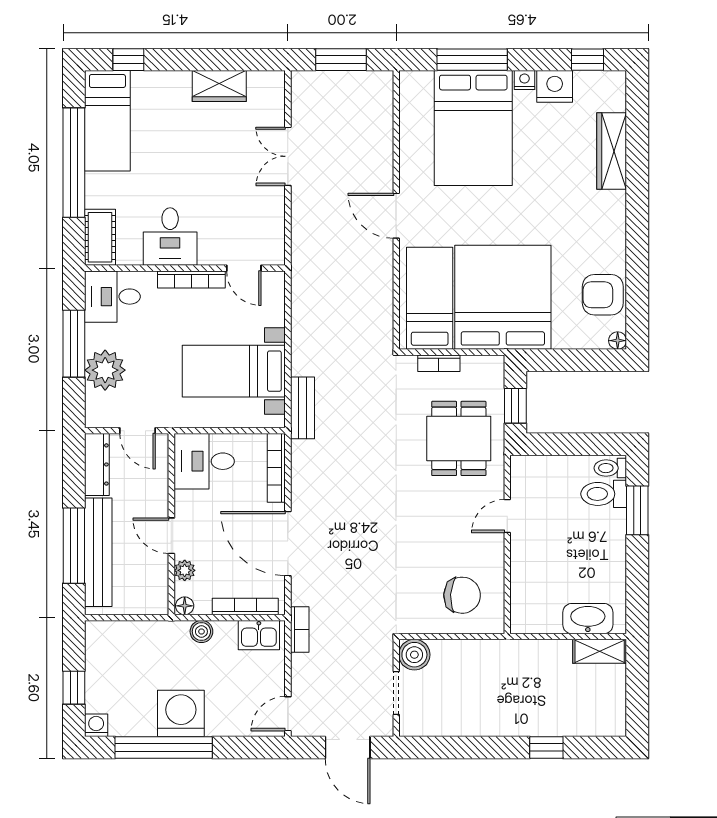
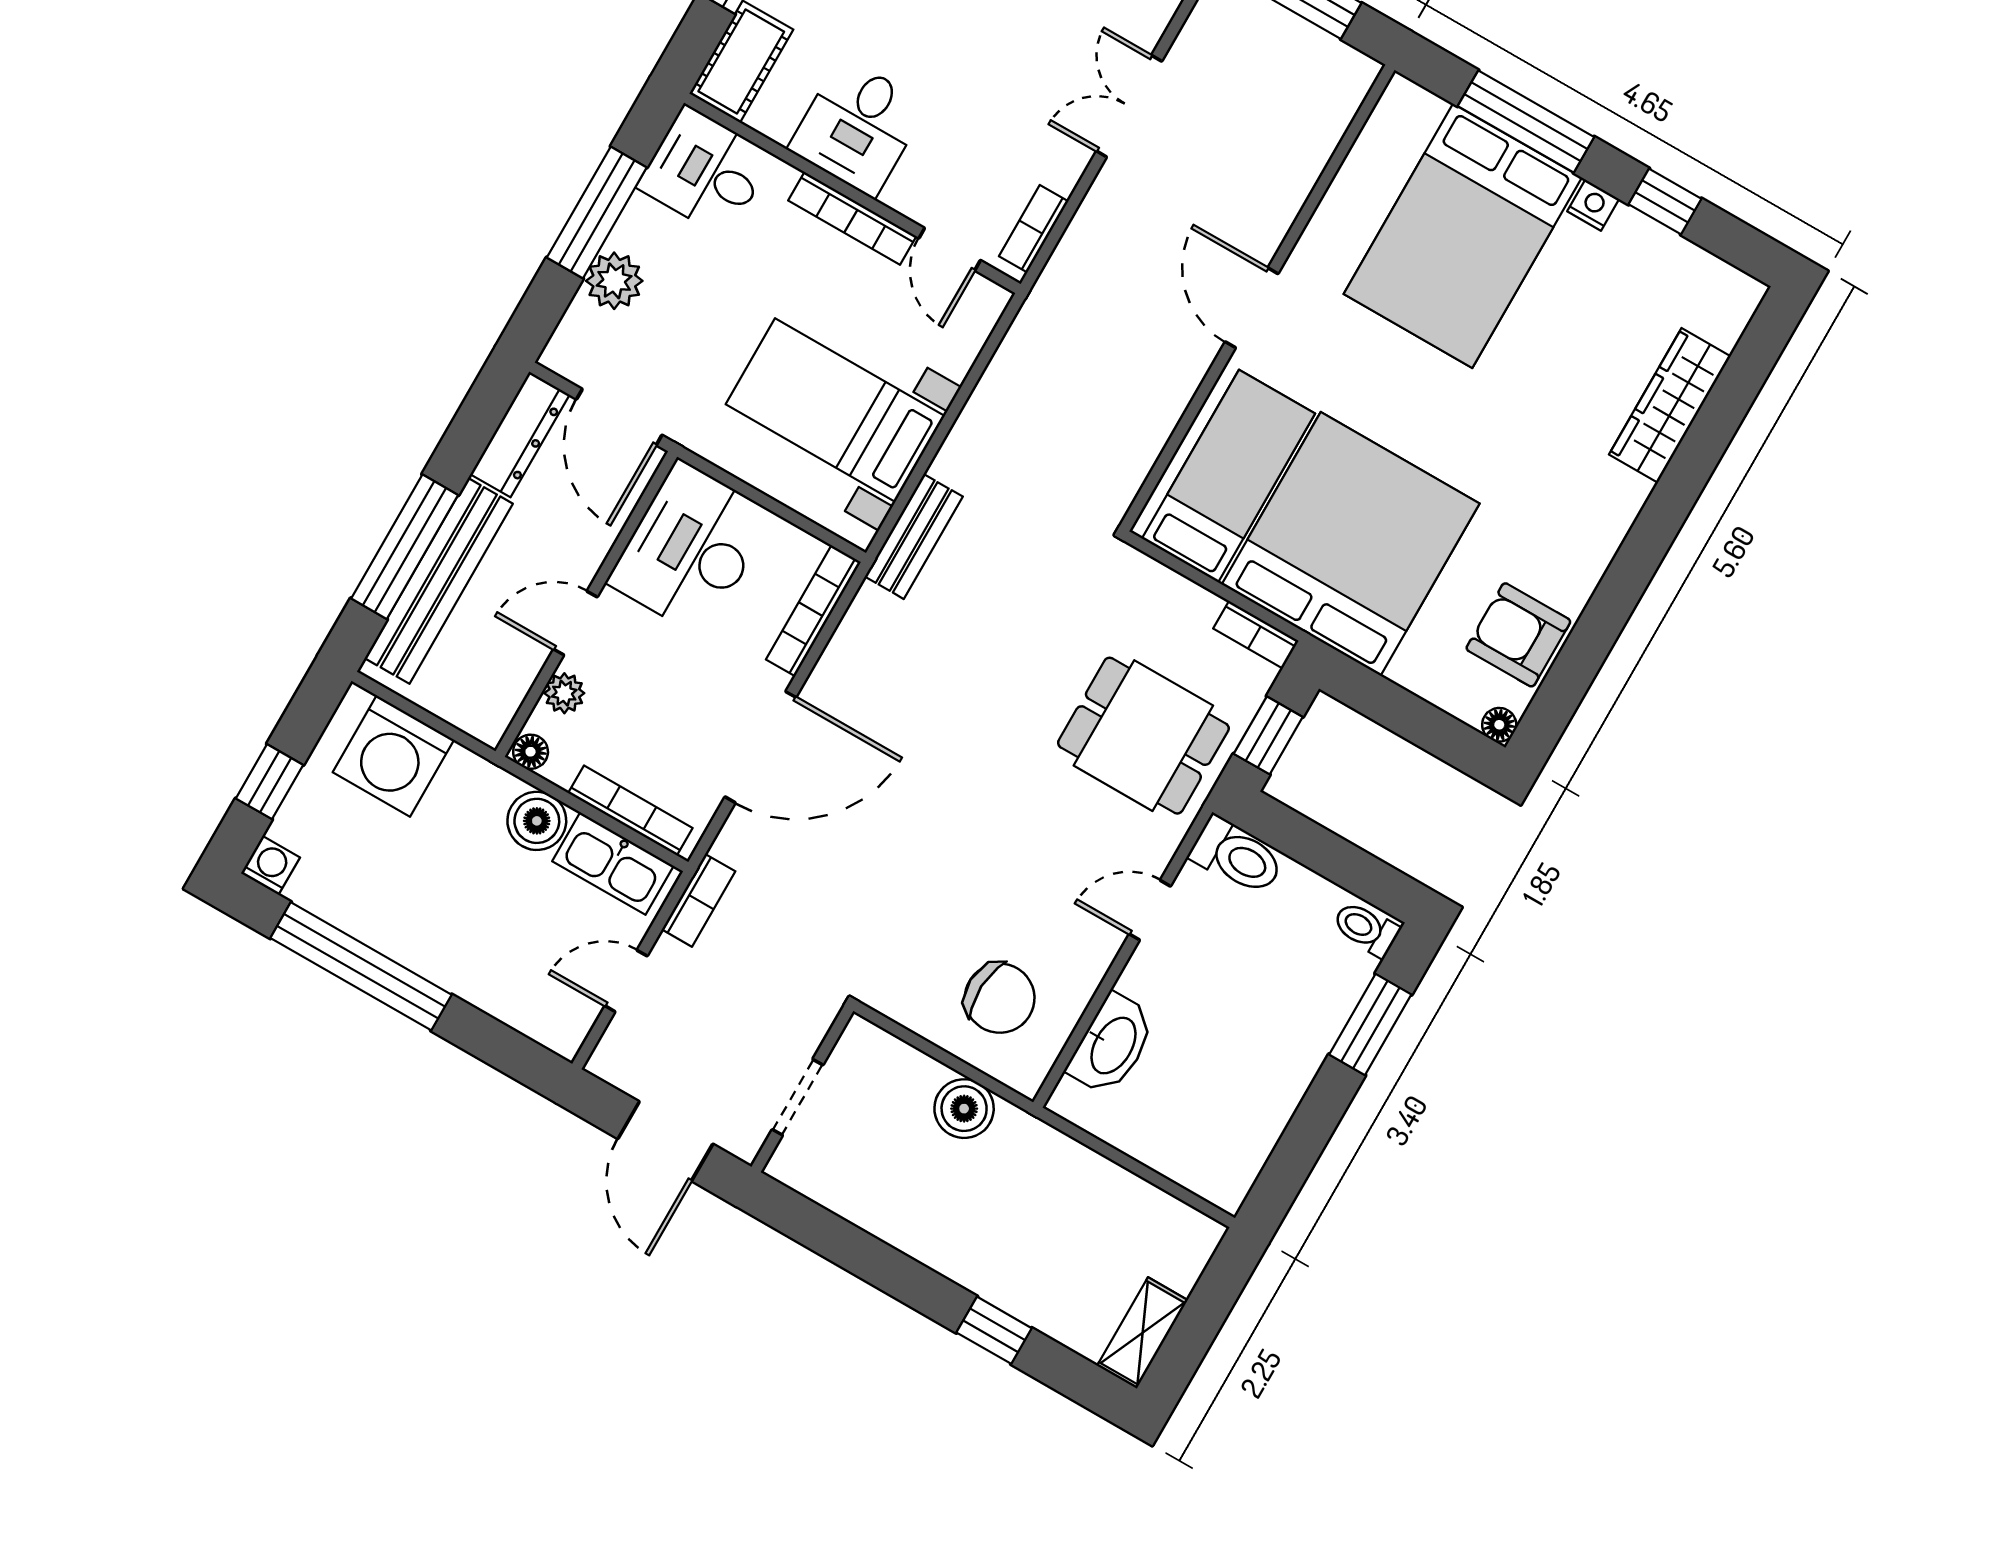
window: (588, 60) -> (1665, 201), moved
nightstand: (555, 86) -> (1637, 244), removed
bookcase: (277, 237) -> (1034, 229), added
bookcase: (439, 363) -> (1256, 635), moved
plant: (105, 370) -> (614, 281), width x0.73, depth x0.73
door: (137, 431) -> (619, 417), width x1.38
dining table: (459, 438) -> (1143, 736), turned 90
desk: (204, 461) -> (691, 548), width x1.37
toilet: (604, 494) -> (1237, 856), moved, turned 180
door: (171, 536) -> (575, 623), hinge flipped
door: (288, 544) -> (761, 747), swing flipped
washbasin: (588, 619) -> (1112, 1045), moved, turned 90
boiler: (201, 631) -> (537, 821), width x1.36, depth x1.36
kitchen sink: (259, 635) -> (613, 864), width x1.38
shelving: (600, 651) -> (1143, 1333), moved, turned 90
boiler: (414, 655) -> (964, 1109), moved
washing machine: (181, 713) -> (393, 756), moved, turned 180
door: (288, 714) -> (626, 981), moved

